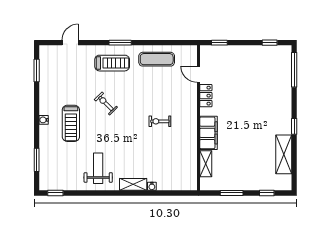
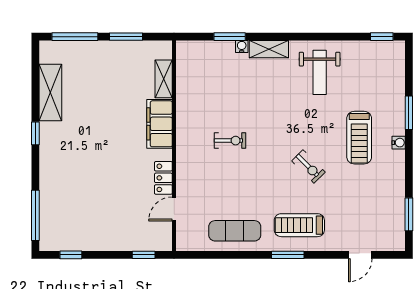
door: (198, 74) -> (174, 209), swing flipped
treadmill: (71, 123) -> (359, 138), turned 180
window: (37, 160) -> (409, 113), moved
window: (160, 193) -> (230, 37), added
window: (267, 193) -> (75, 37), width x2.17

